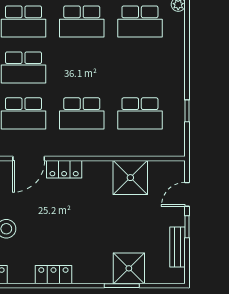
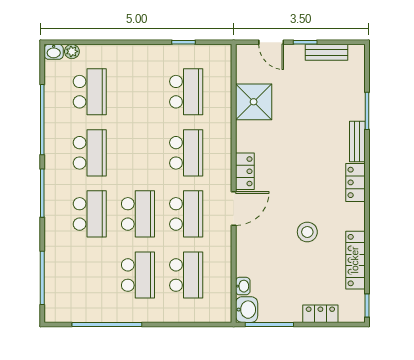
door: (29, 159) -> (234, 209), hinge flipped
shower: (129, 268) -> (349, 103), removed
bench: (92, 276) -> (357, 142), added

